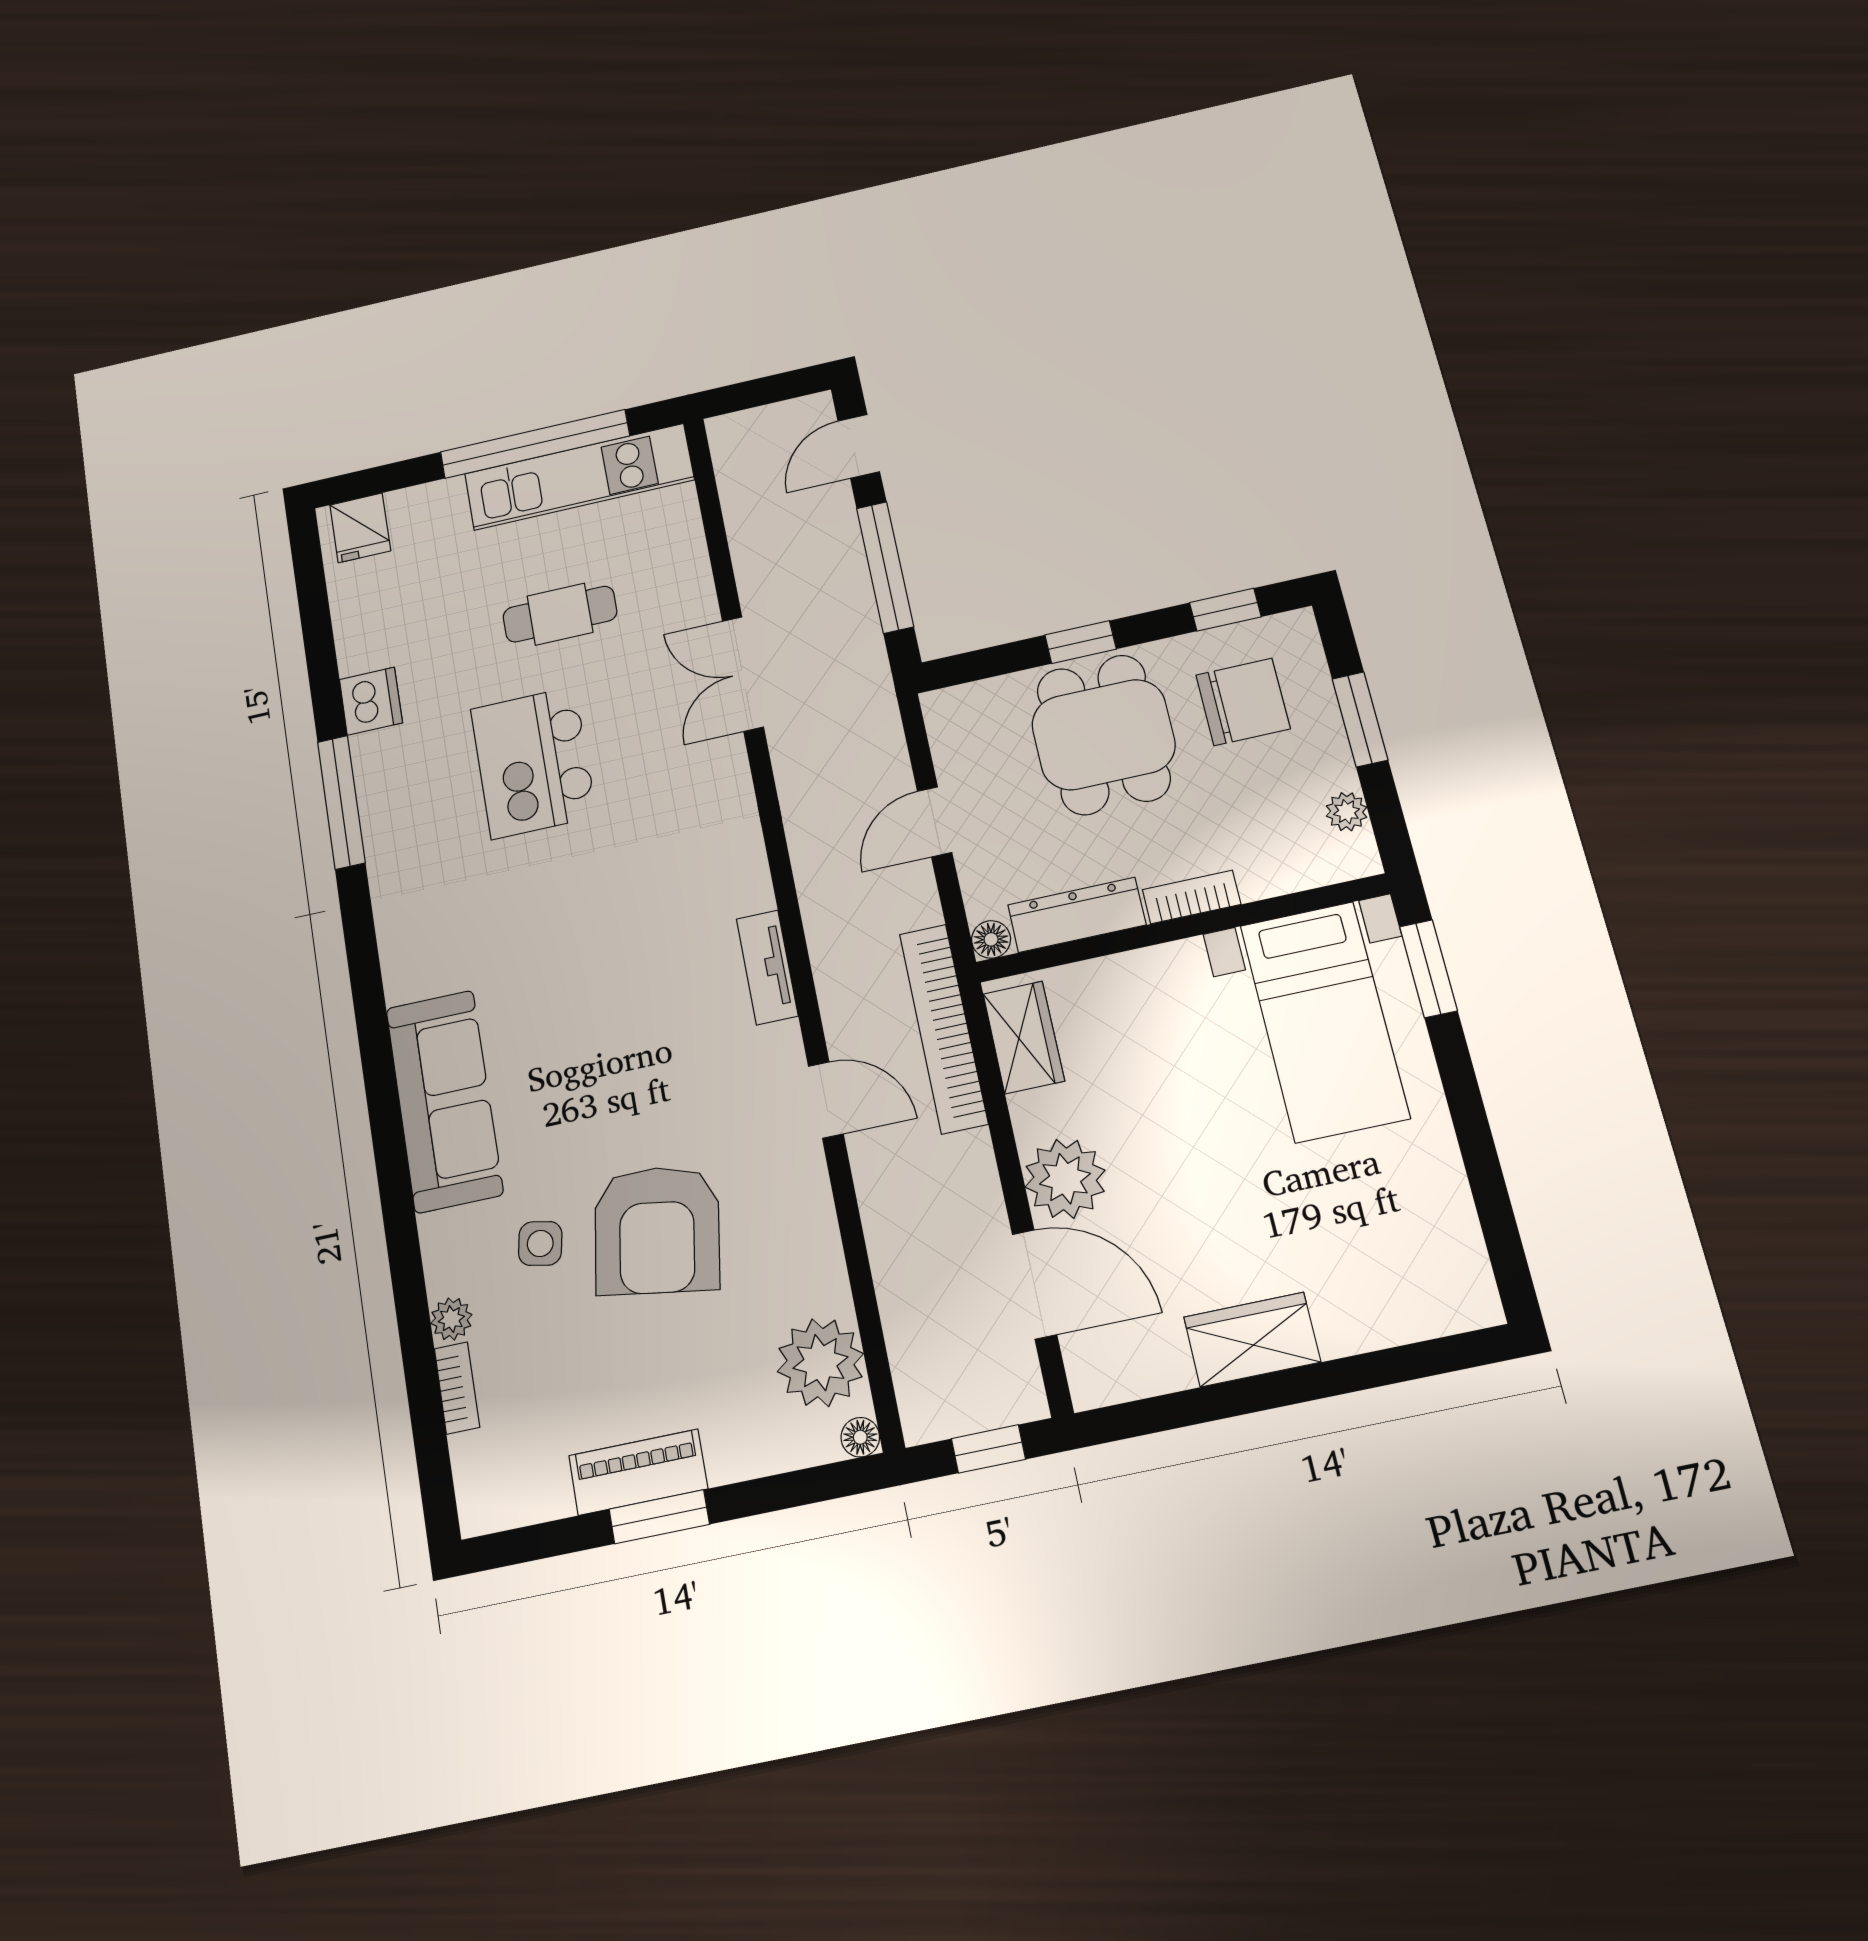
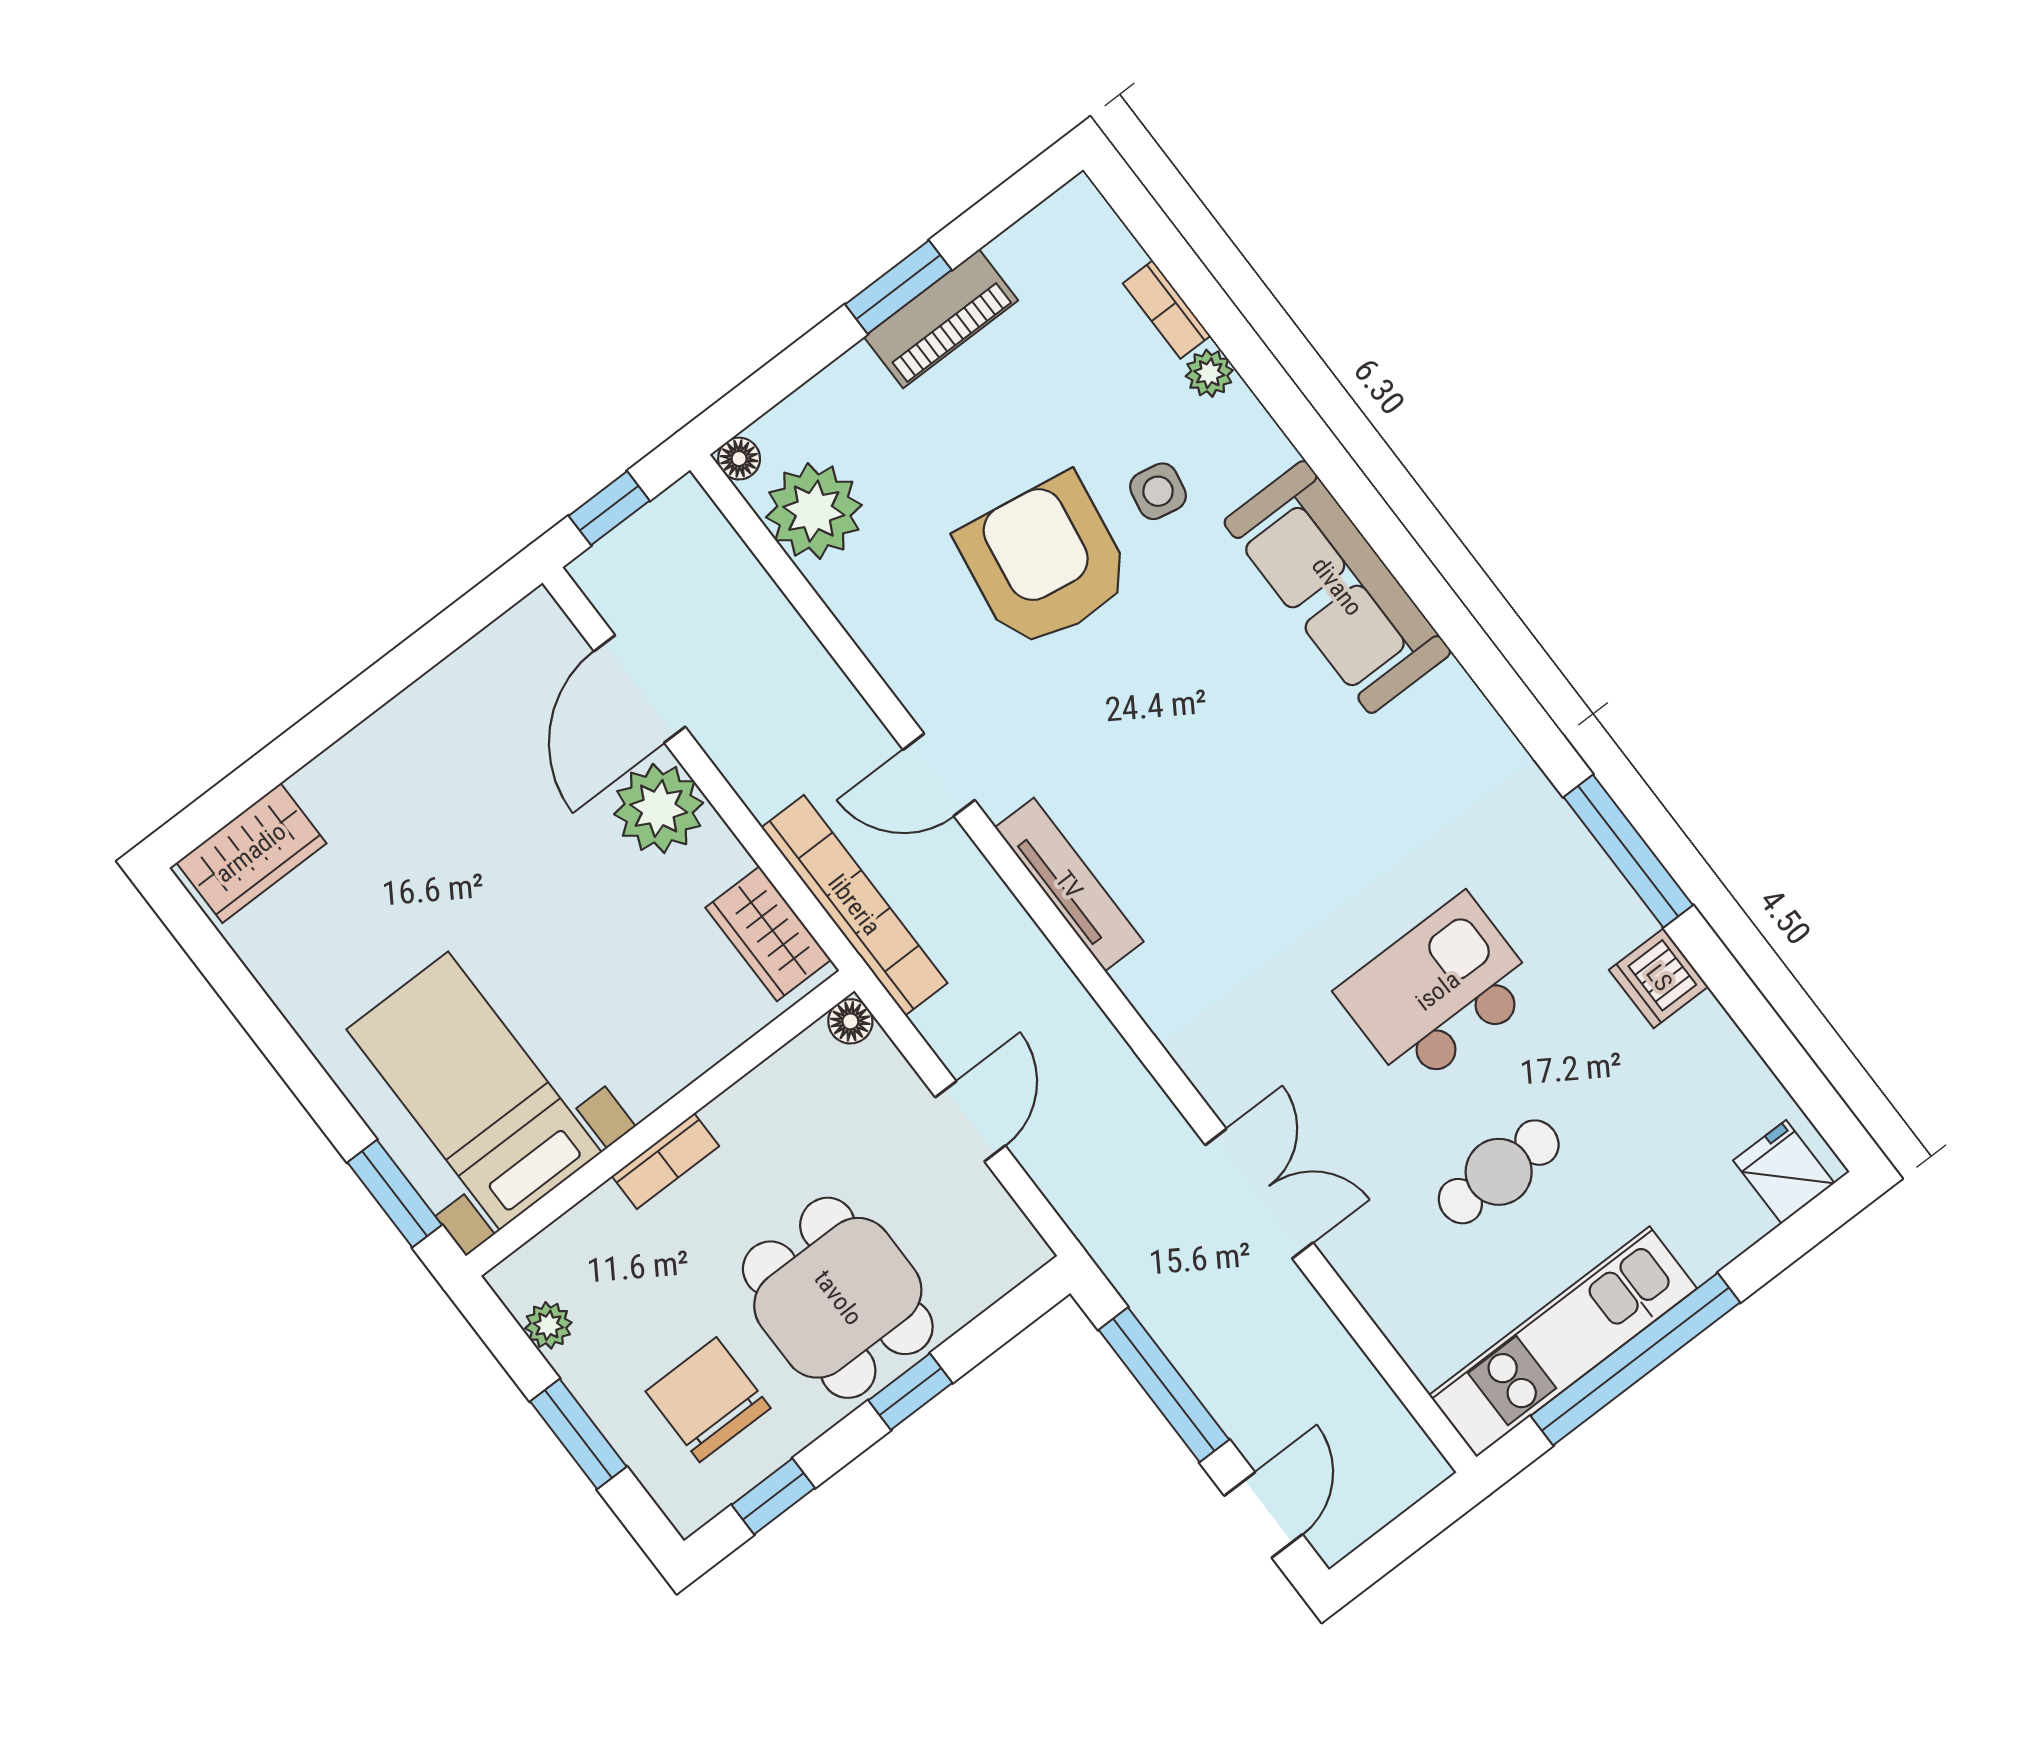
chair: (1243, 702) -> (708, 1400), turned 90
kitchen island: (533, 763) -> (1438, 991), turned -90
dresser: (1077, 915) -> (774, 1088), removed
tv unit: (767, 967) -> (1069, 885), width x1.41
door: (1034, 1284) -> (640, 689), hinge flipped
wardrobe: (1252, 1340) -> (251, 853), moved

